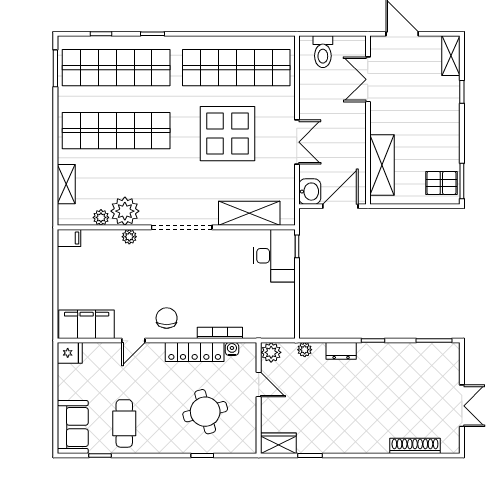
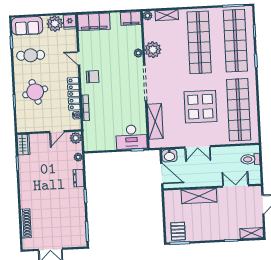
shelving: (382, 165) -> (199, 196), moved
plant: (101, 217) -> (148, 16), moved
filing cabinet: (69, 238) -> (131, 18), width x2.00
filing cabinet: (87, 324) -> (94, 22), moved, turned 90
plant: (71, 379) -> (55, 24), added
round table: (205, 412) -> (35, 92), moved

